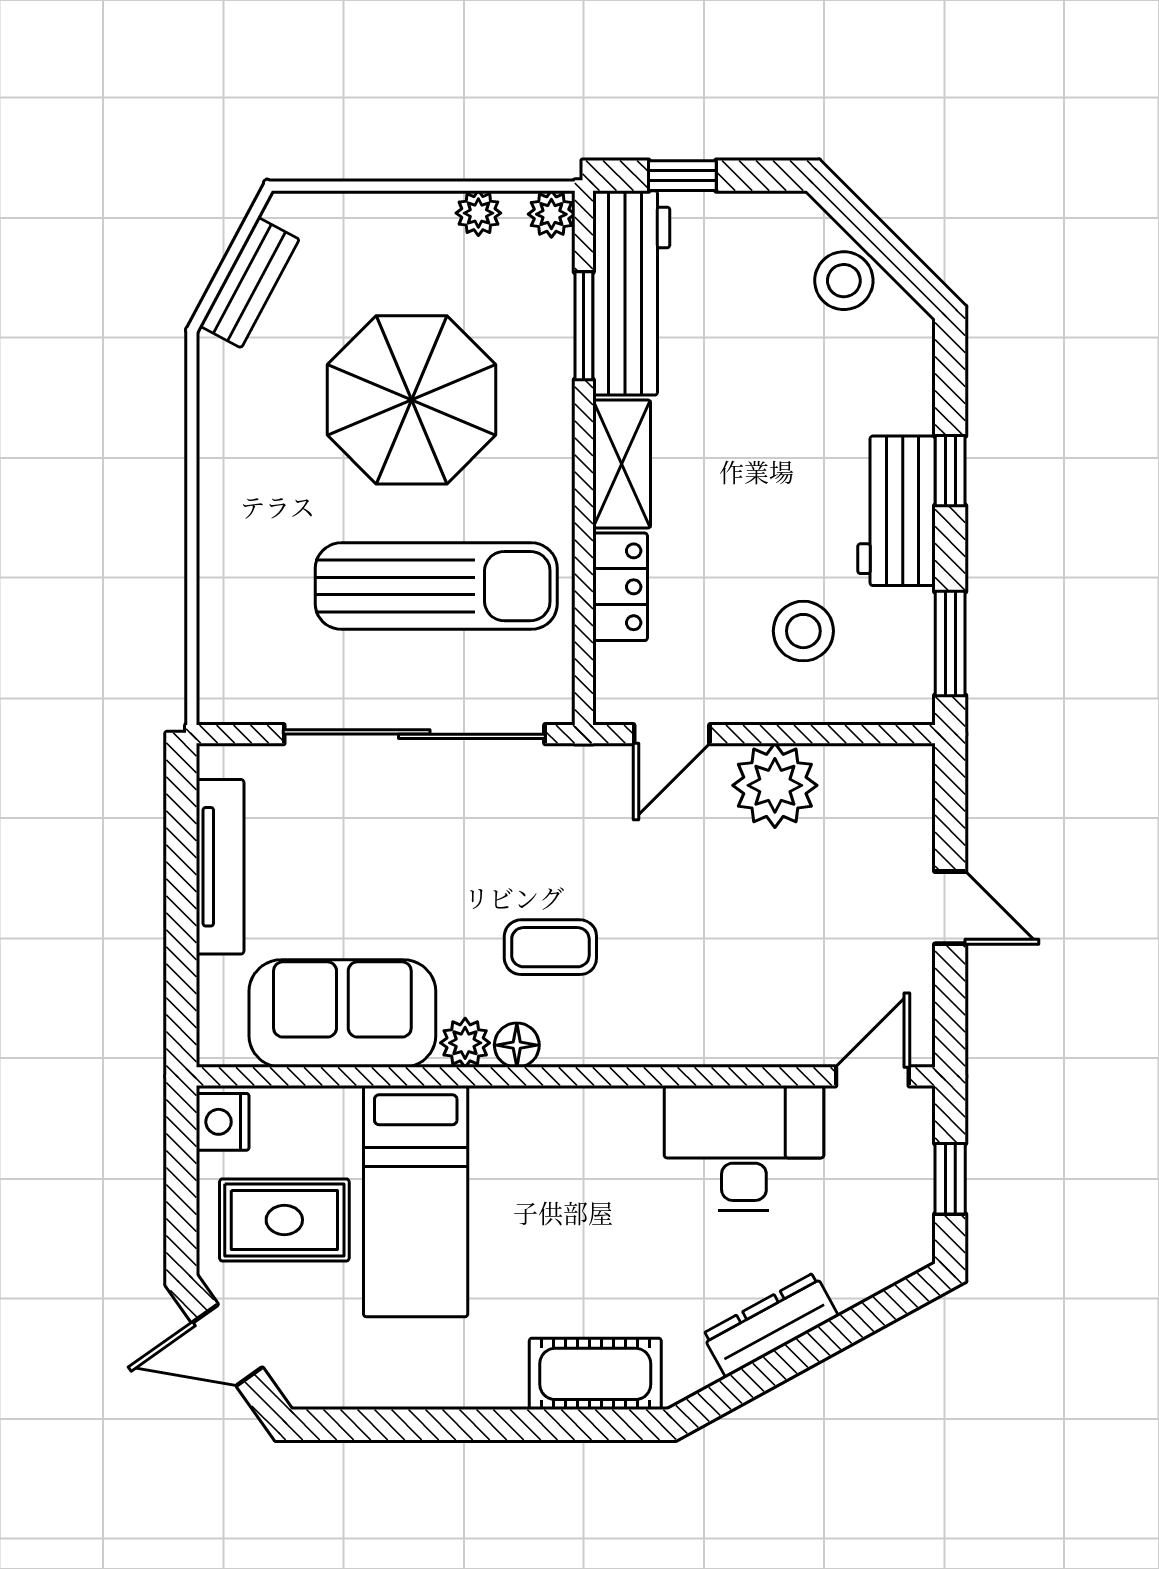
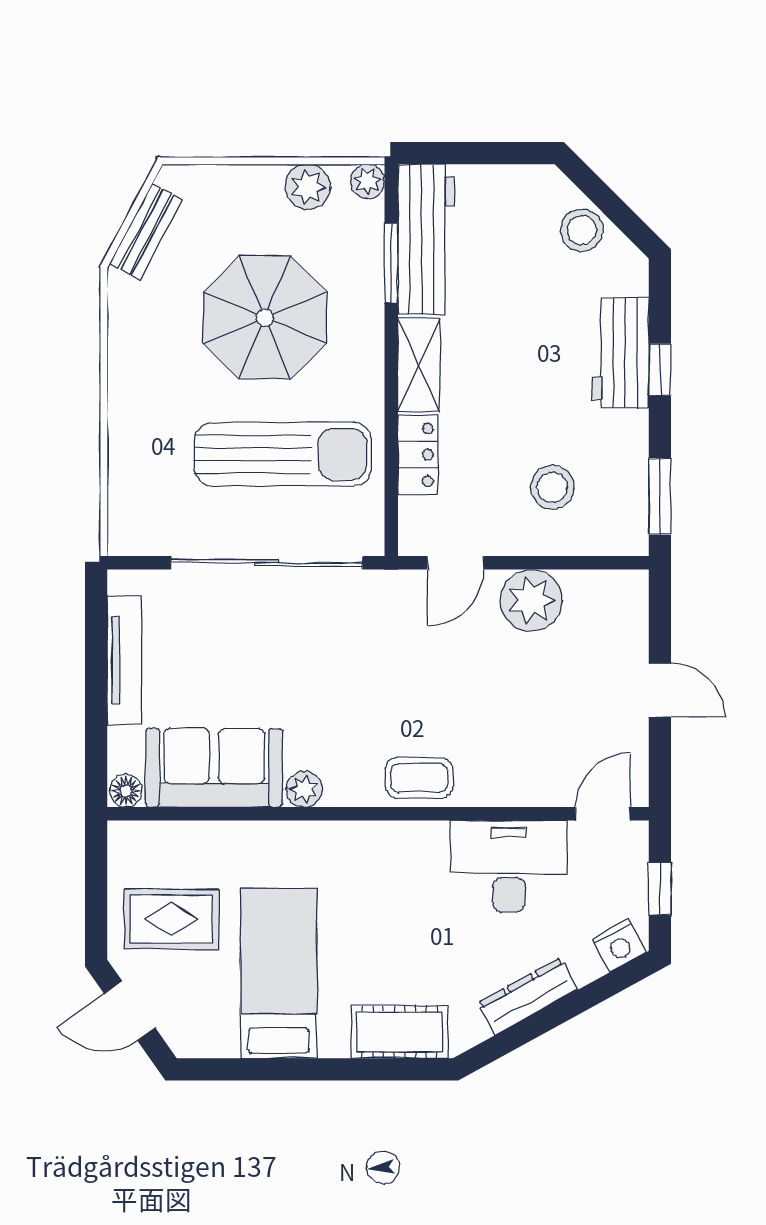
window: (682, 176) -> (463, 153), removed
plant: (478, 213) -> (308, 187), width x1.38, depth x1.38
workbench: (896, 511) -> (620, 353), moved
coffee table: (550, 947) -> (419, 778), moved
floor lamp: (517, 1045) -> (126, 791), moved
nightstand: (223, 1122) -> (619, 945), moved, turned -119
bed: (416, 1201) -> (279, 973), moved, turned 180

